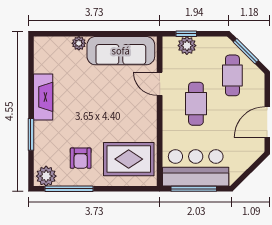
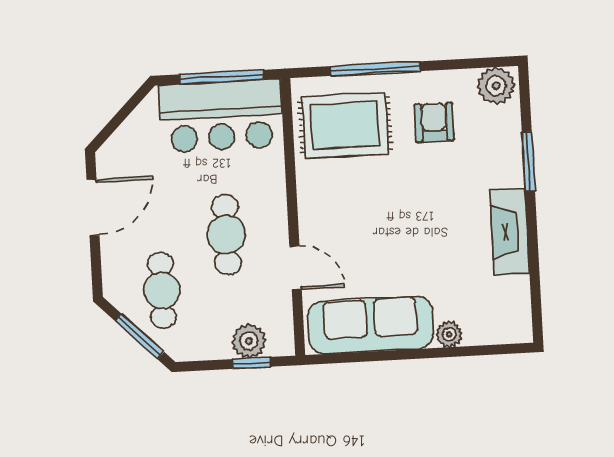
window: (69, 189) -> (375, 69), moved

